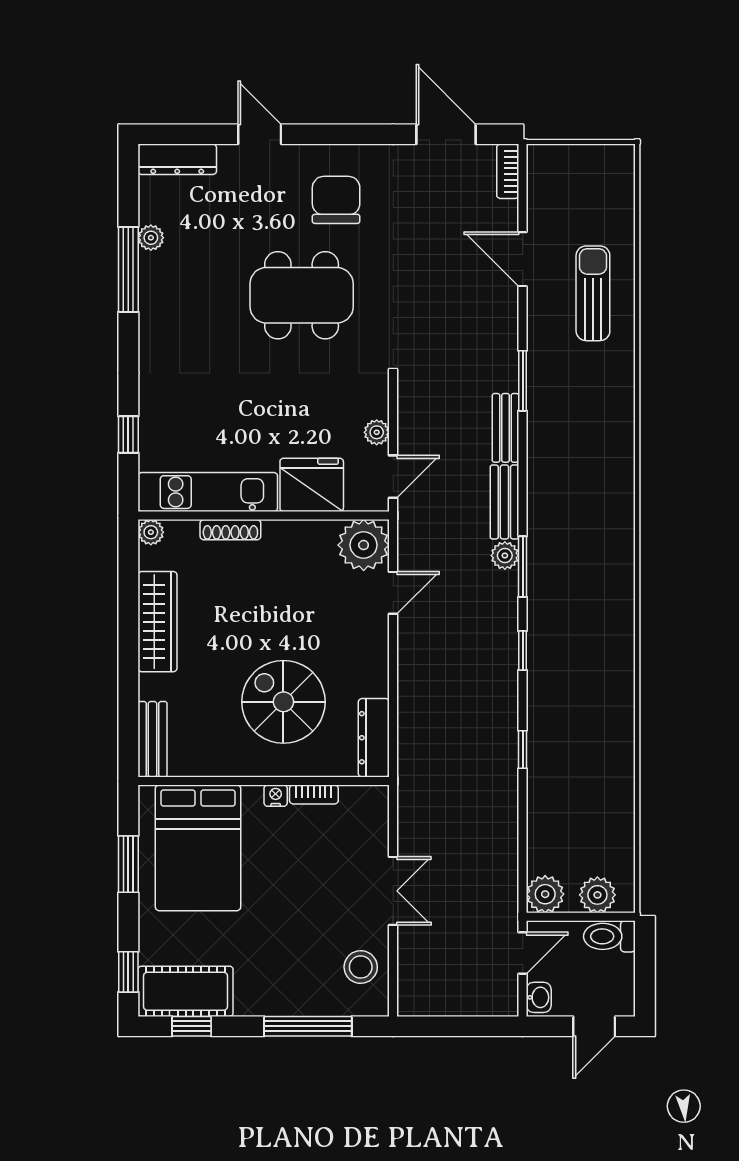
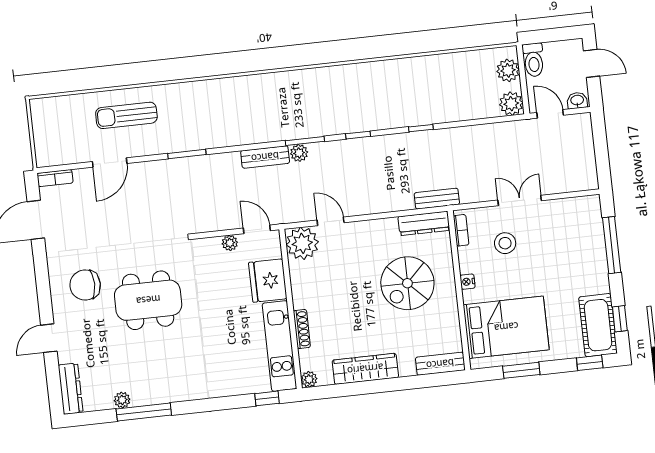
dining table: (302, 295) -> (148, 300), turned 90
bench: (506, 428) -> (437, 199), moved
window: (128, 435) -> (267, 398), moved
bookcase: (314, 794) -> (461, 230), moved
stool: (361, 967) -> (505, 243), moved

